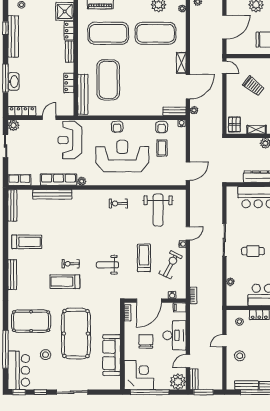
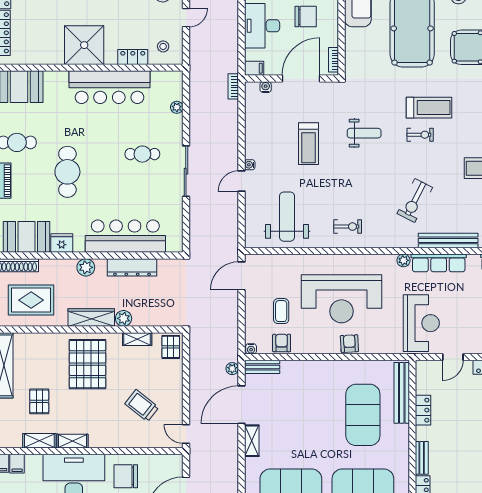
exercise bike: (171, 265) -> (415, 200), moved
chair: (146, 341) -> (306, 17), turned -90

